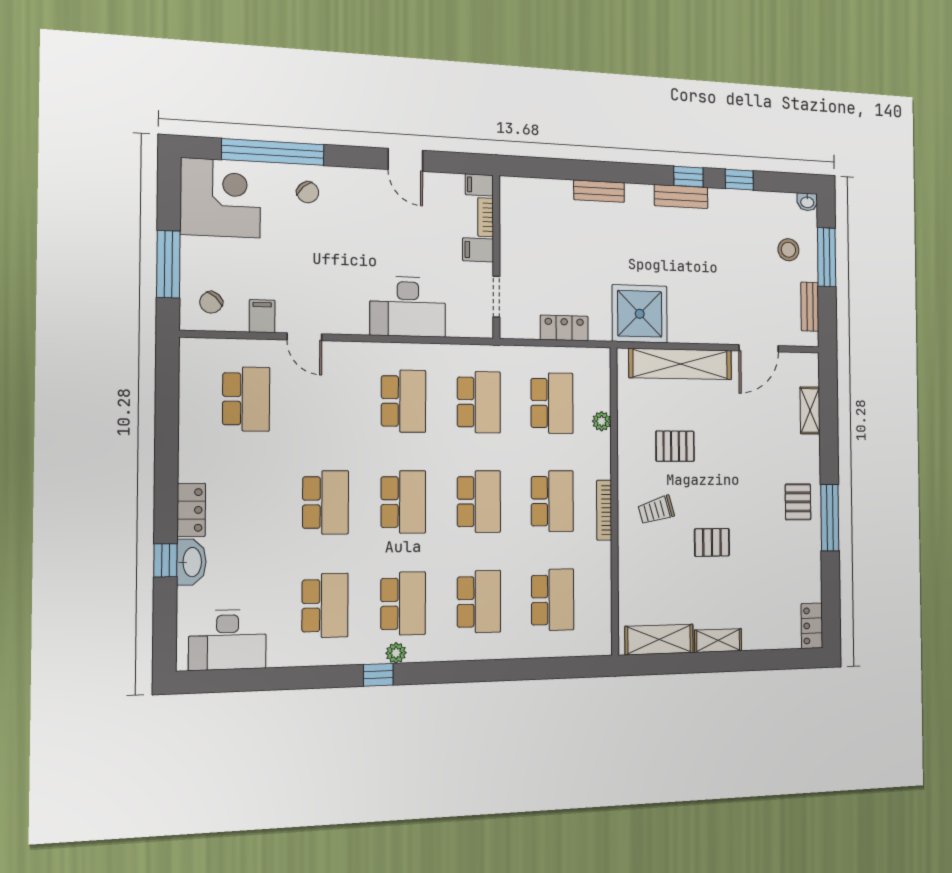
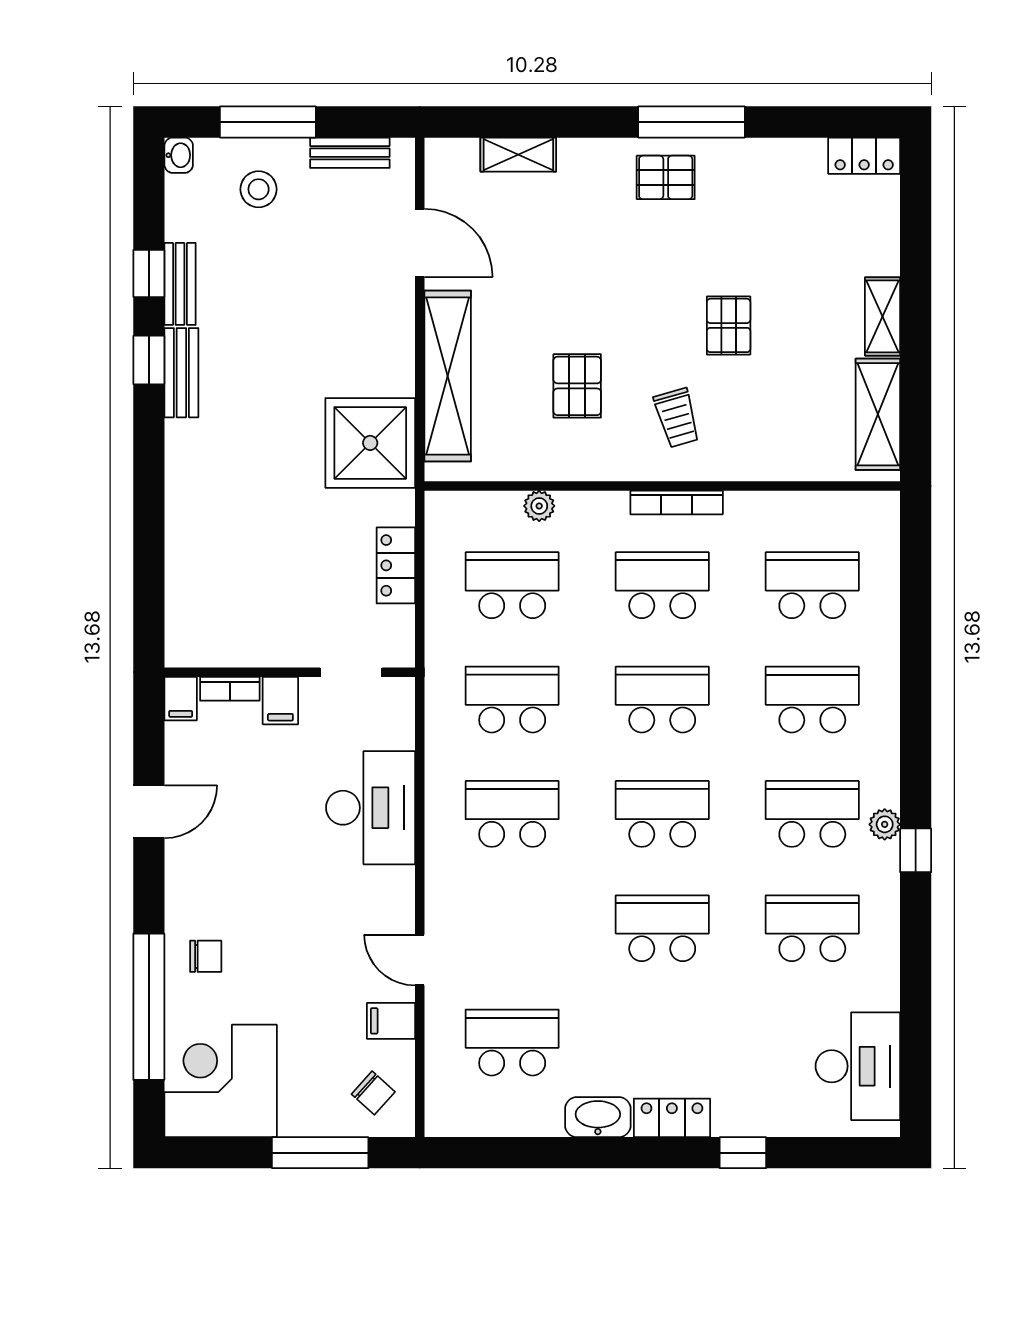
bench: (599, 191) -> (180, 284), moved
chair: (308, 192) -> (206, 956), turned 44
door: (304, 337) -> (420, 960), swing flipped
washbasin: (191, 562) -> (598, 1117), moved

